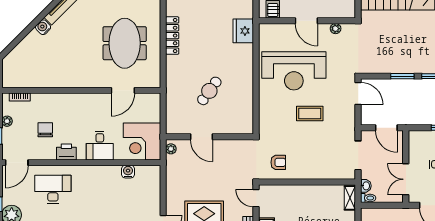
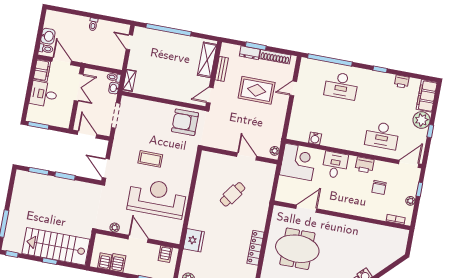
meeting table: (125, 43) -> (297, 249), turned 90
armchair: (278, 162) -> (185, 122), width x1.88, depth x1.88
door: (256, 198) -> (210, 95), swing flipped

